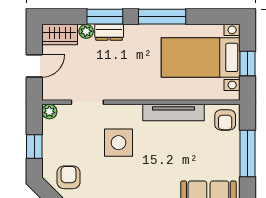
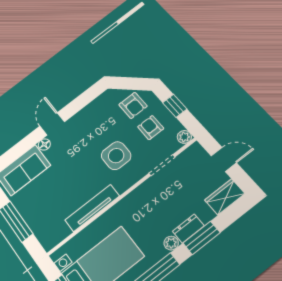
plant: (86, 31) -> (171, 243), moved
door: (34, 66) -> (224, 159), swing flipped
armchair: (225, 120) -> (151, 128), moved

